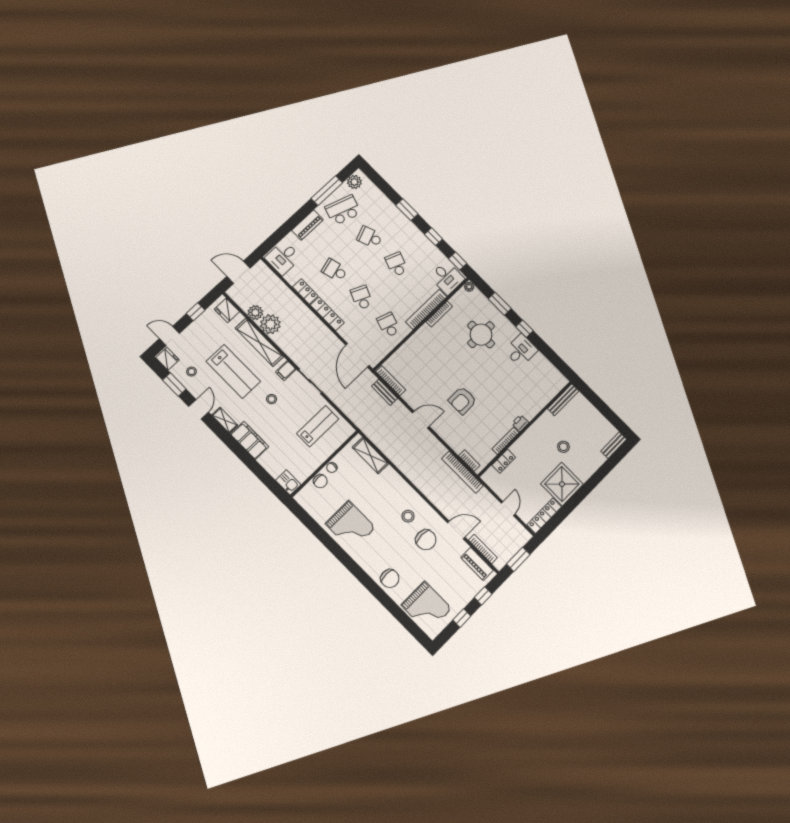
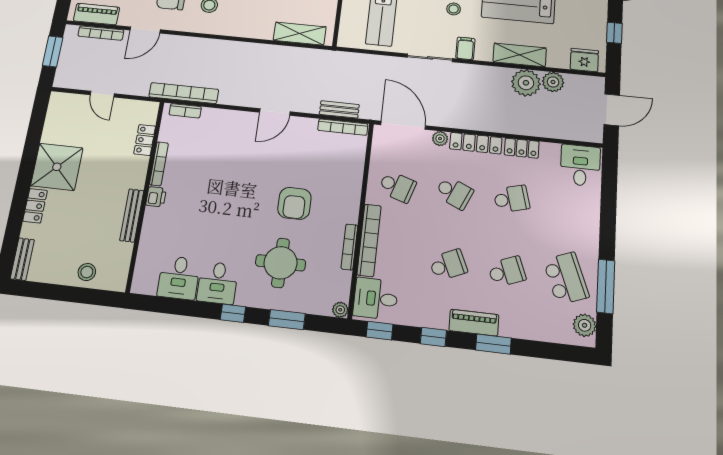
school desk: (343, 210) -> (566, 278), turned -39
piano: (307, 225) -> (474, 323), moved, turned 90
school desk: (396, 264) -> (448, 265), turned -45
plant: (344, 332) -> (440, 139), added
shelving: (259, 342) -> (520, 55), width x0.68
desk: (539, 369) -> (179, 278), added
bench: (563, 400) -> (132, 215), moved
armchair: (462, 401) -> (294, 203), moved, turned 180
stool: (563, 447) -> (87, 272), moved
locker: (544, 516) -> (35, 206), moved, width x0.66

